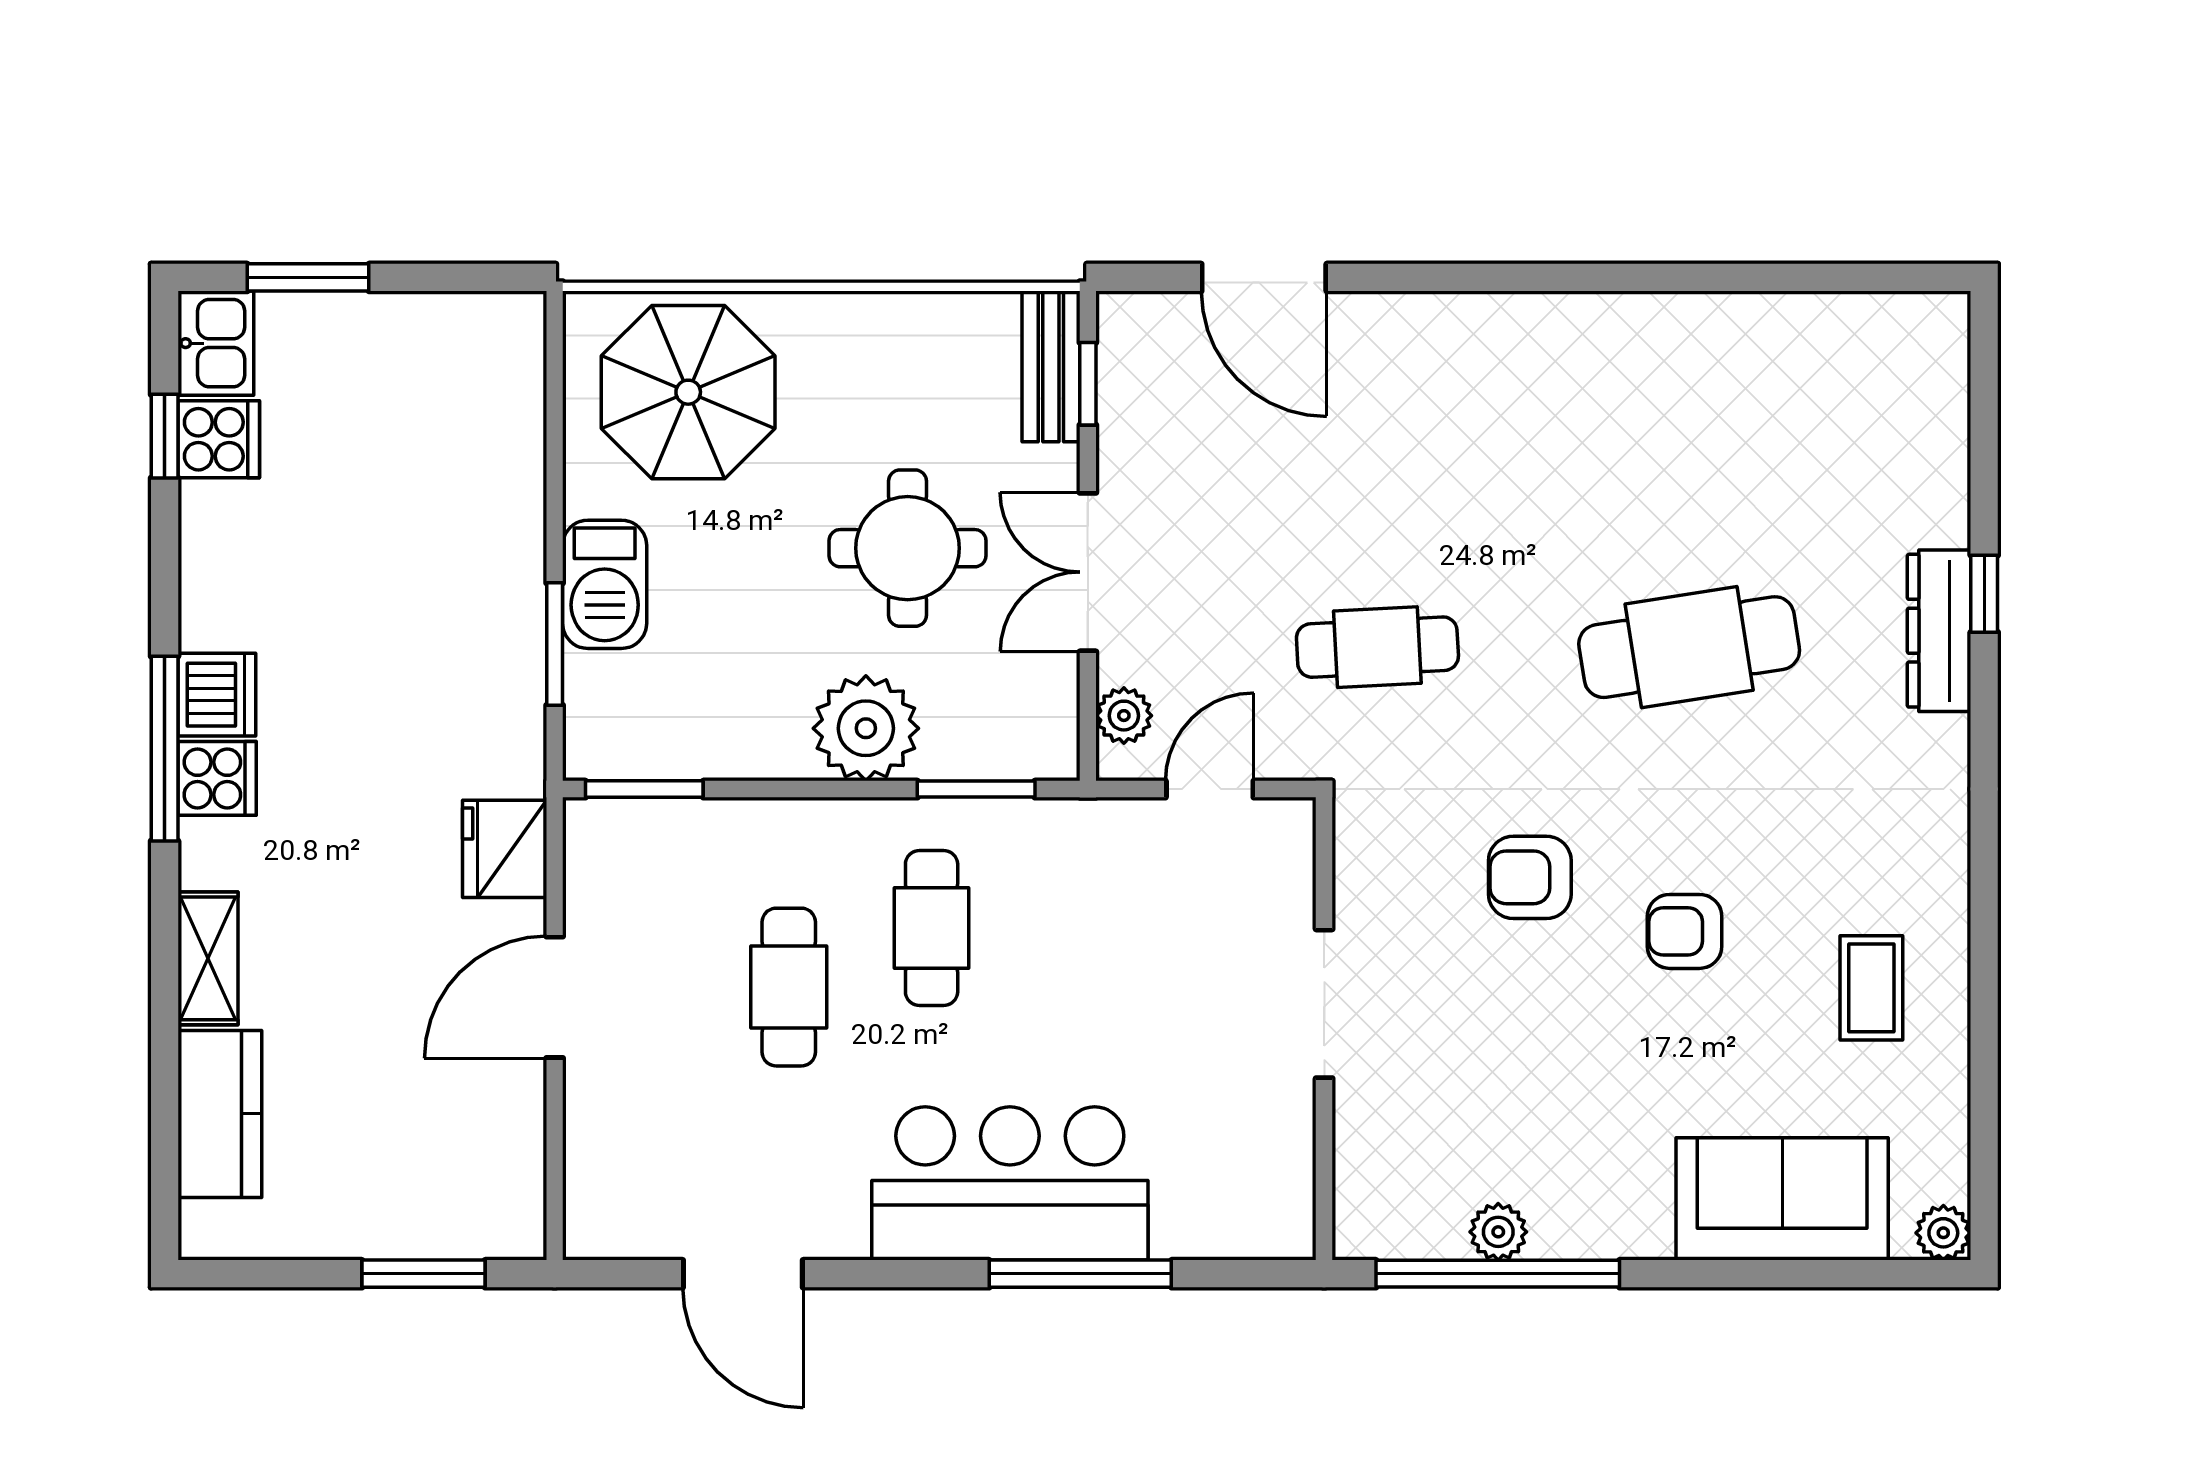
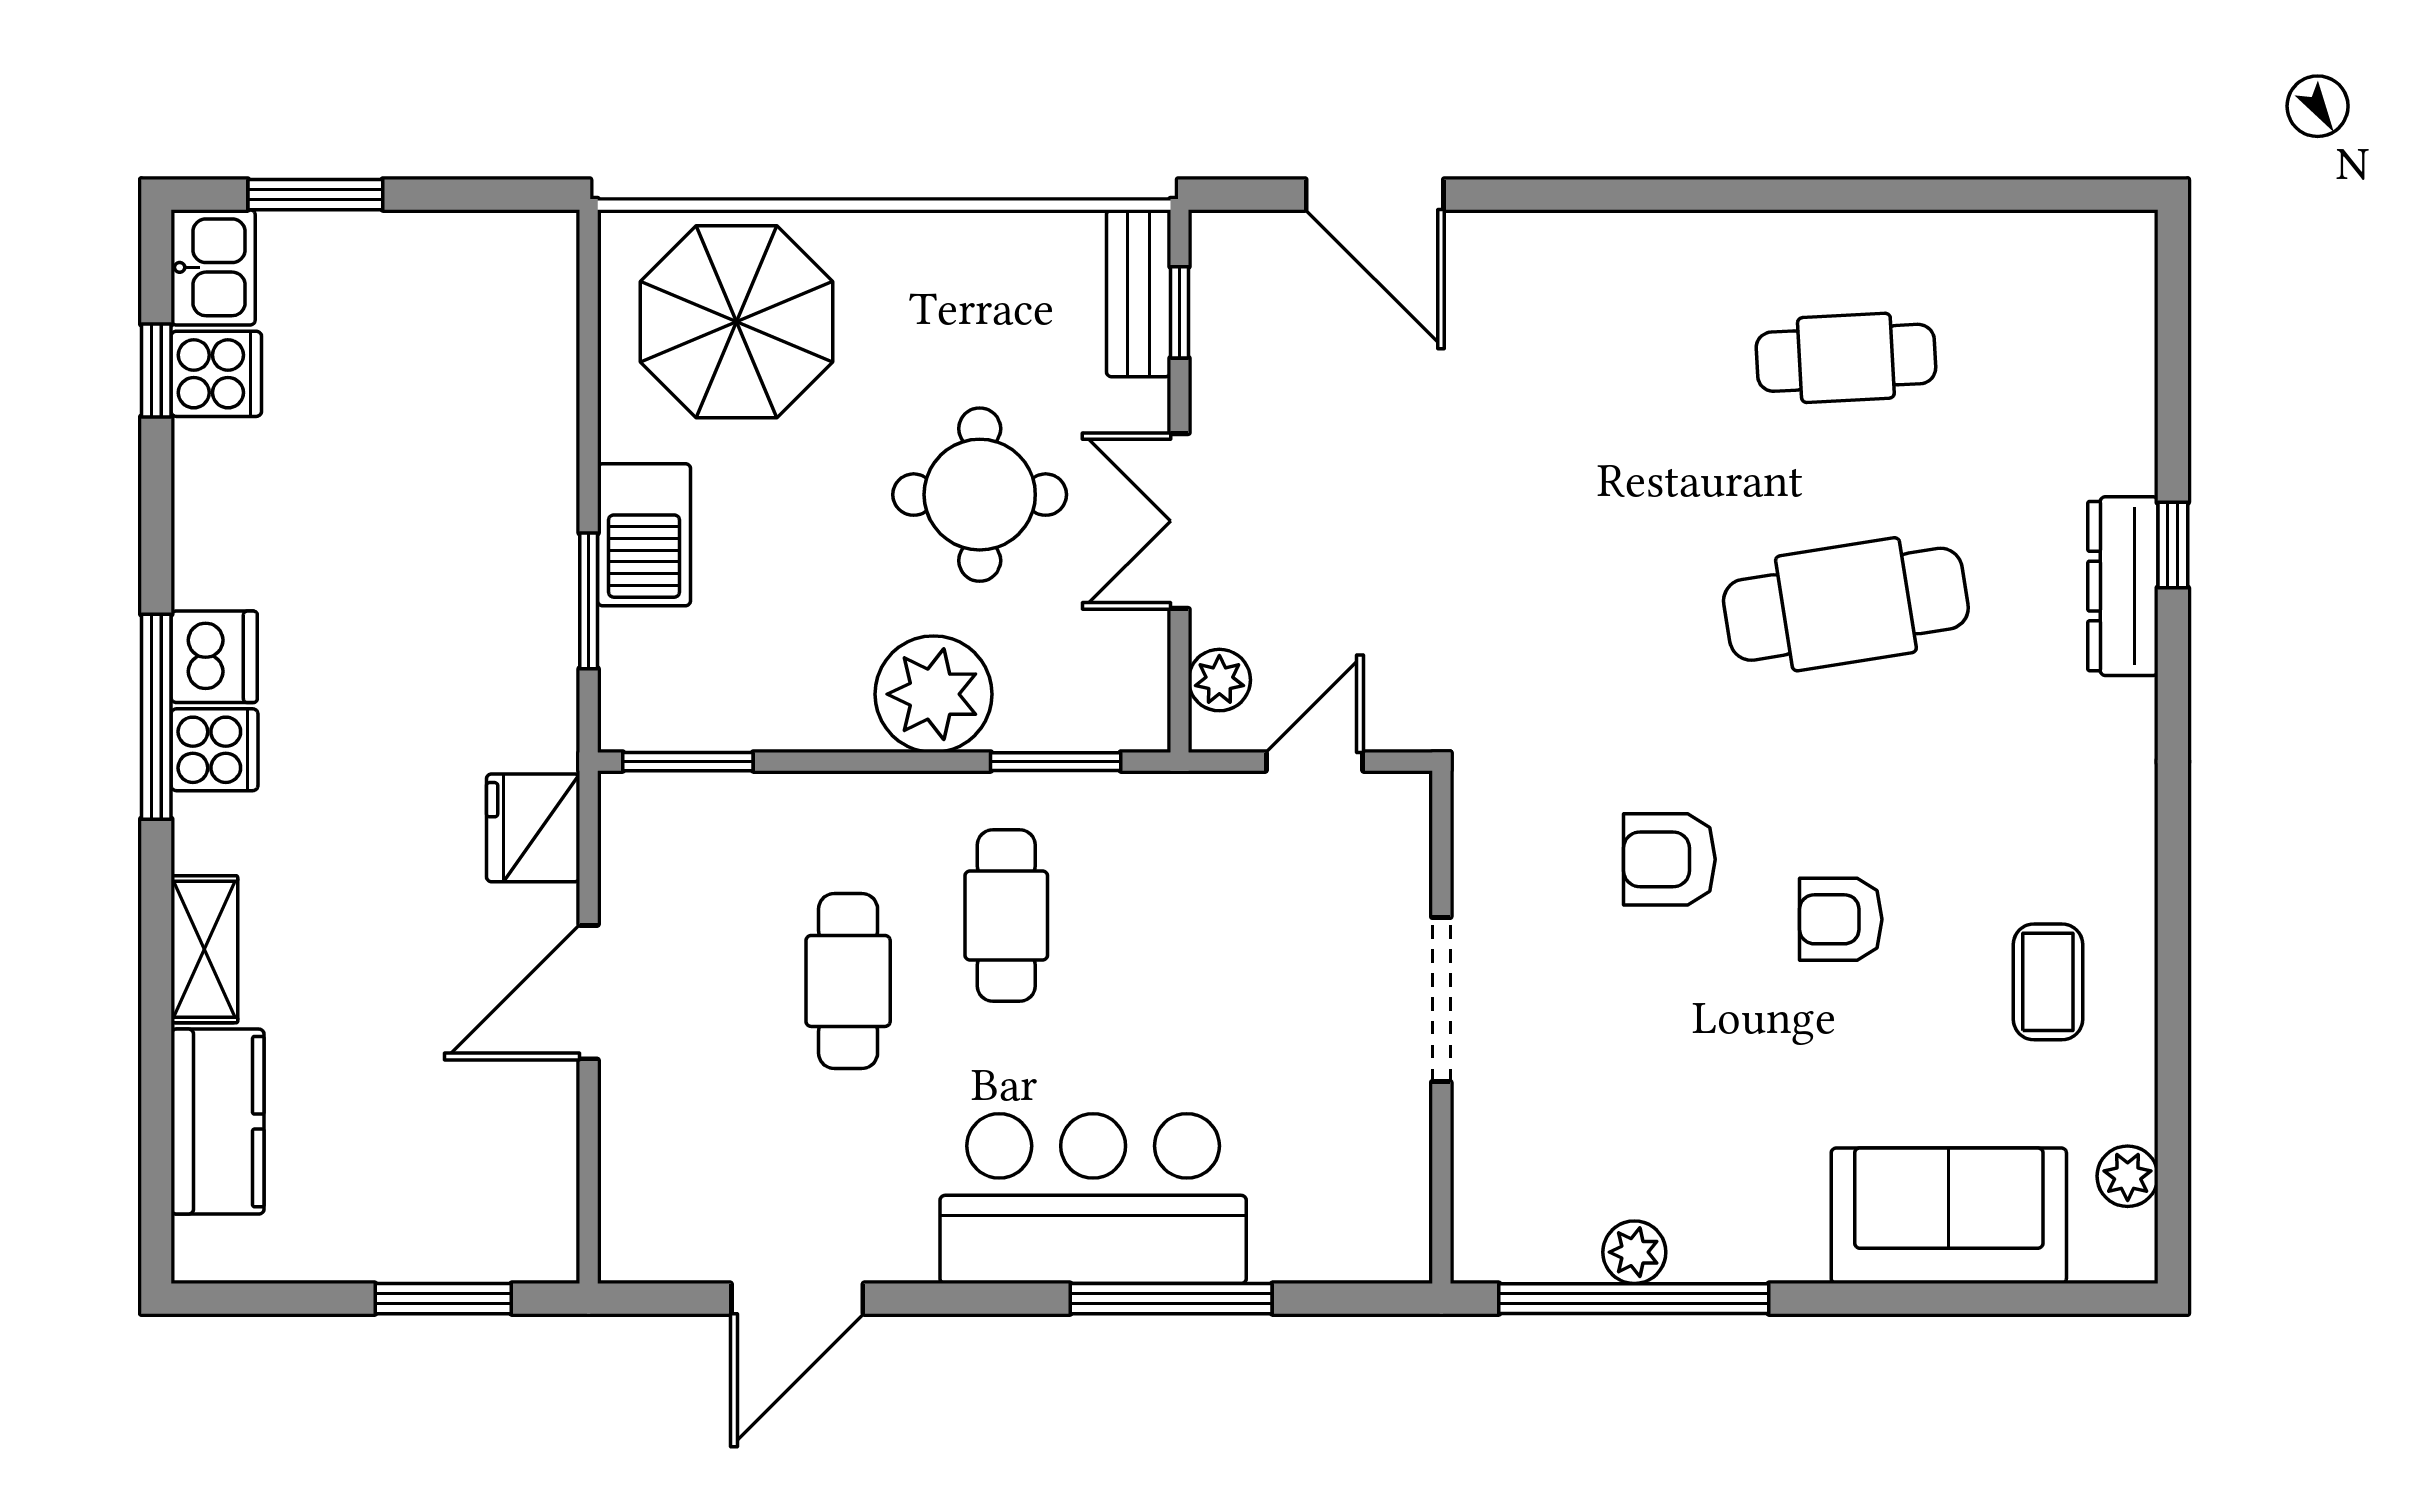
cafe table: (1377, 647) -> (1846, 358), moved
plant: (1943, 1233) -> (2128, 1176), moved
door: (743, 1274) -> (797, 1299), hinge flipped

